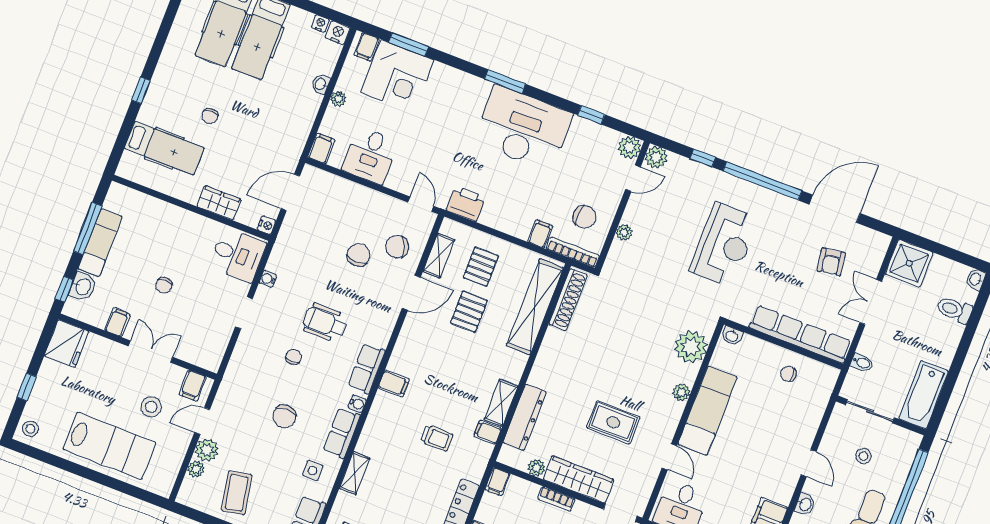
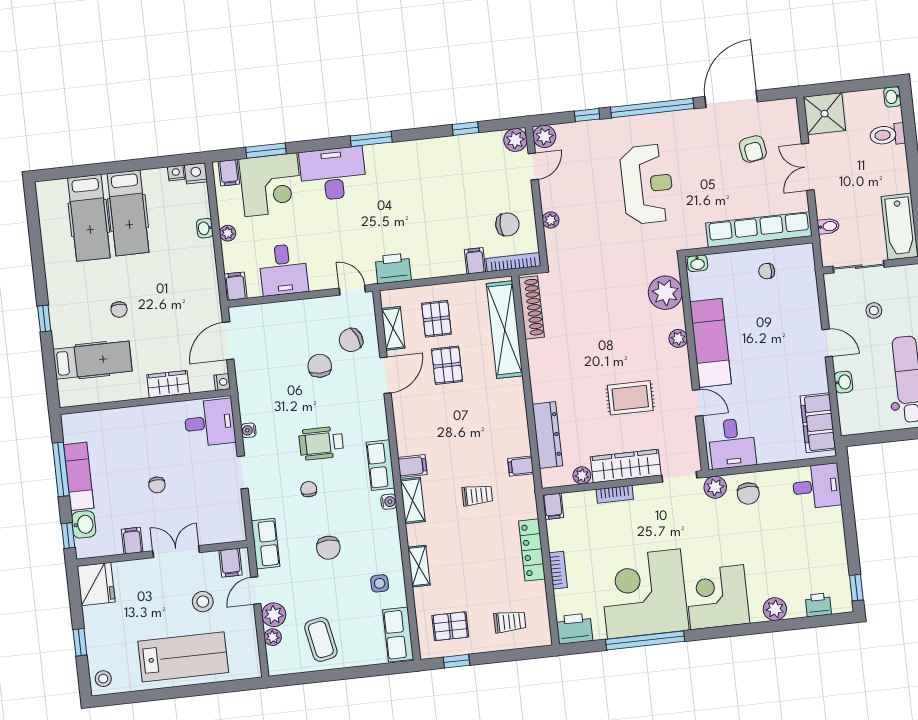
desk: (523, 128) -> (333, 174), moved, width x0.73, depth x0.77
shelving: (501, 403) -> (413, 501), moved
row of seats: (342, 433) -> (266, 544), moved, turned 180

